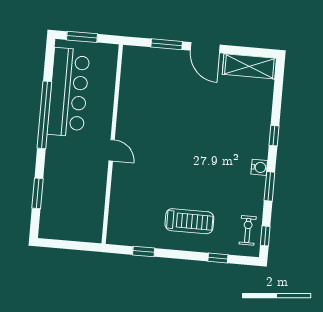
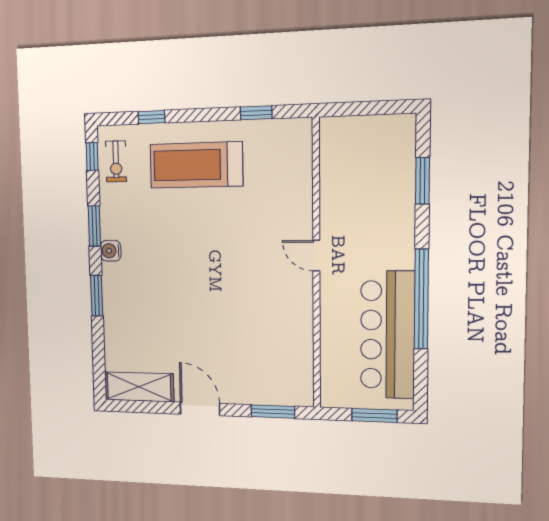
window: (167, 44) -> (273, 412), moved
window: (274, 136) -> (97, 296), width x1.50
treadmill: (189, 221) -> (196, 165), width x1.37, depth x1.37

